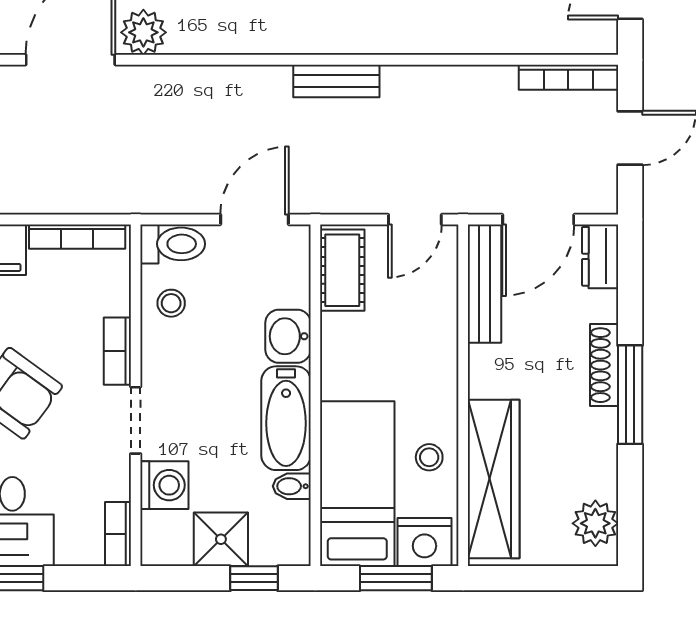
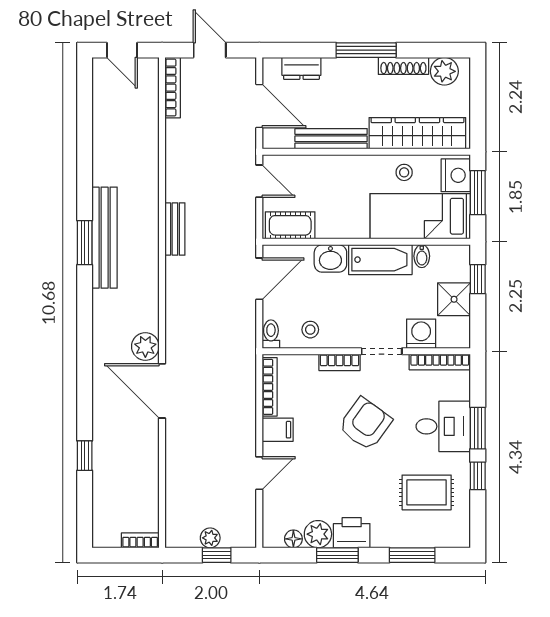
door: (255, 220) -> (259, 279), swing flipped
toilet: (173, 244) -> (271, 334), width x0.73, depth x0.72
dresser: (600, 256) -> (301, 68), moved
bench: (485, 284) -> (331, 139), moved
shoe rack: (604, 365) -> (403, 66), moved
bookcase: (118, 534) -> (440, 362), width x1.56

